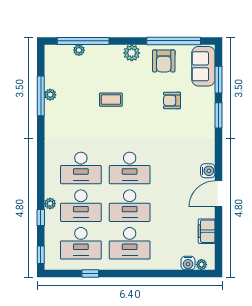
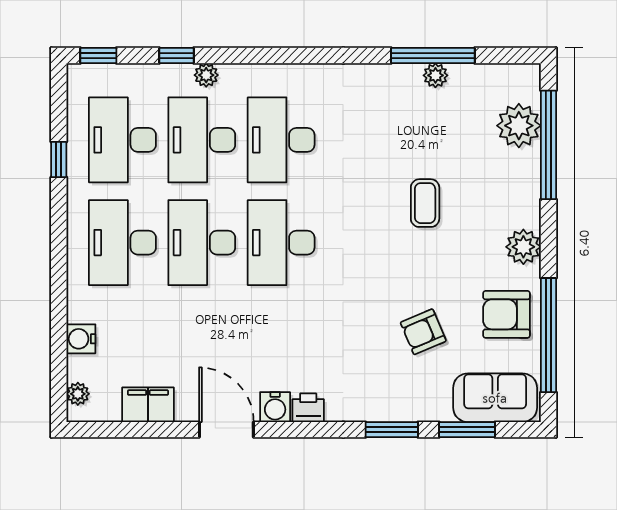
plant: (79, 50) -> (519, 126), width x1.88, depth x1.88
armchair: (172, 100) -> (423, 332), turned -113
printer: (208, 155) -> (308, 408), added
water cooler: (188, 263) -> (81, 339), moved

